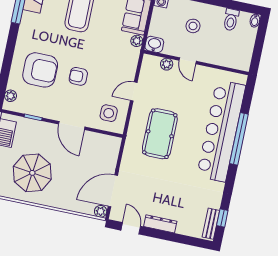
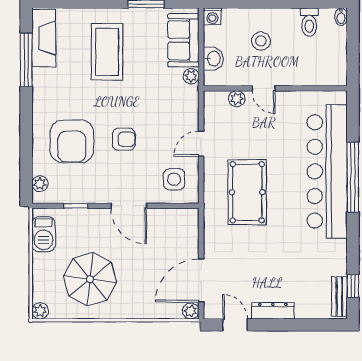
washbasin: (154, 44) -> (213, 59), moved, turned 90
armchair: (40, 70) -> (72, 141), turned 90
armchair: (78, 76) -> (124, 139), turned 180

